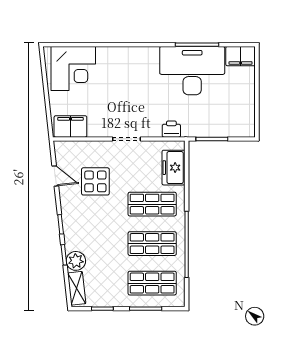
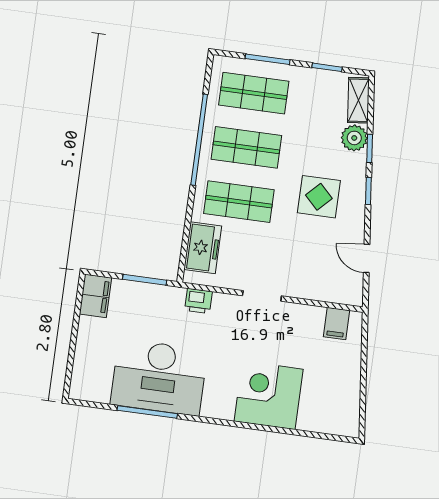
filing cabinet: (241, 56) -> (96, 296), moved, turned 90
corner desk: (73, 69) -> (269, 395), moved
filing cabinet: (70, 126) -> (336, 324), width x0.50
display table: (95, 181) -> (319, 197), moved

